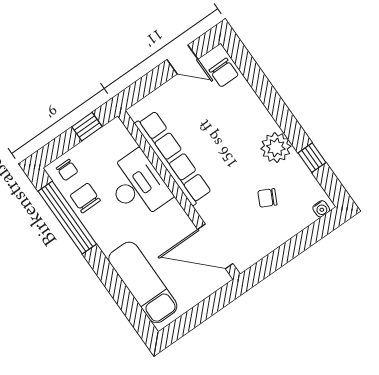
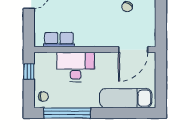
row of seats: (173, 158) -> (59, 40), width x0.50
chair: (85, 198) -> (64, 97), removed

